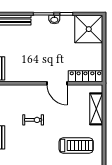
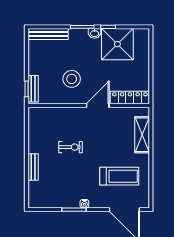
shower: (89, 29) -> (117, 44), moved
stool: (34, 60) -> (72, 79), added
door: (57, 83) -> (98, 106), swing flipped

